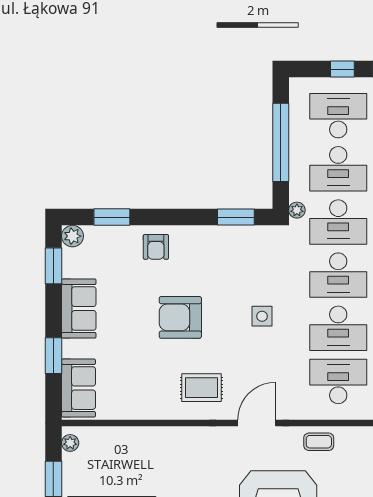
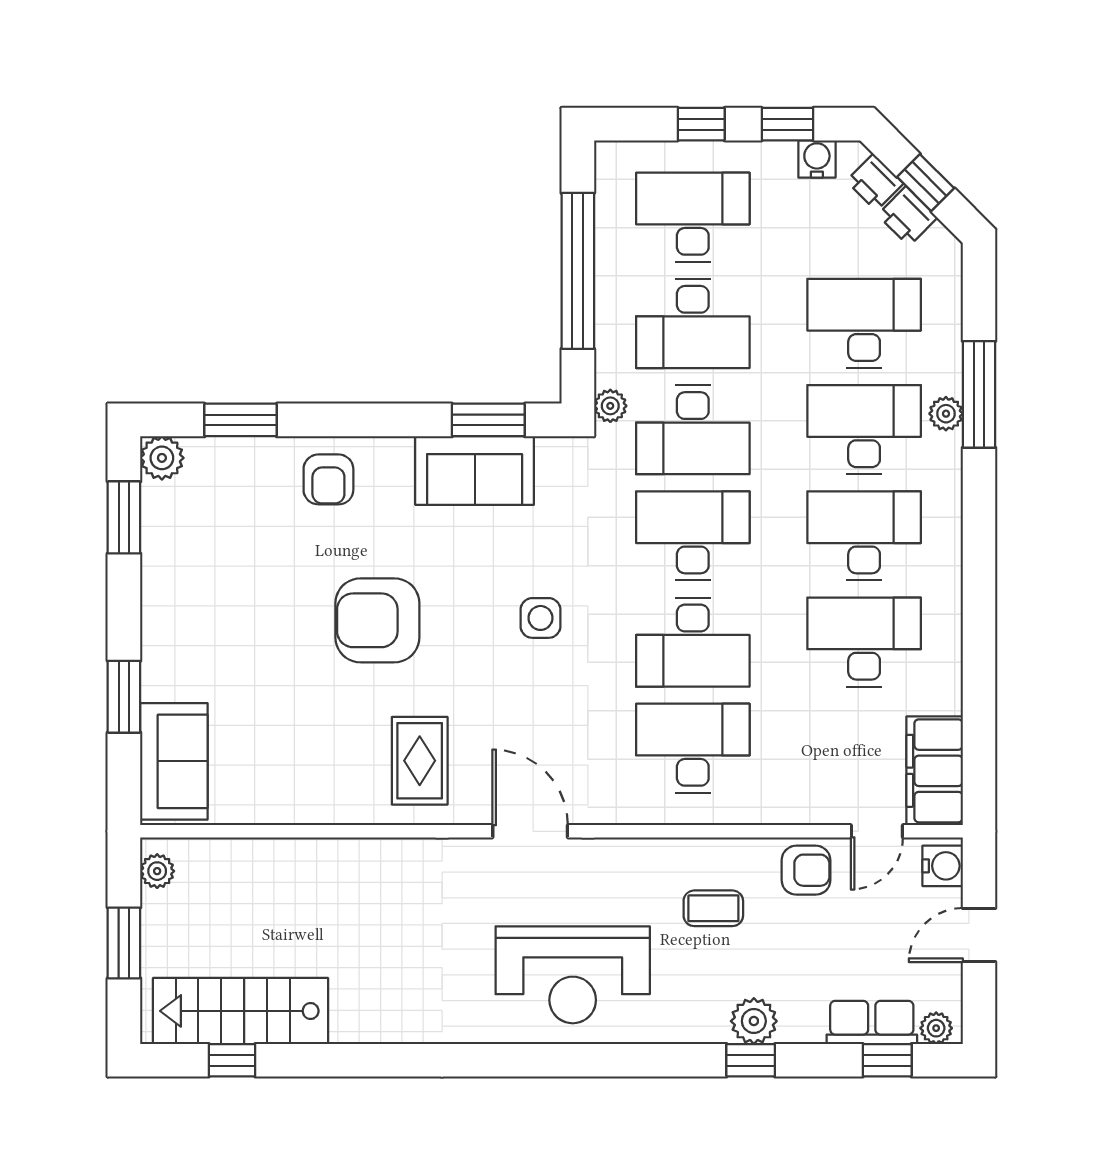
desk: (338, 275) -> (693, 536), turned 180
sofa: (79, 308) -> (475, 471), moved, turned 90
rug: (202, 388) -> (420, 761), turned 90
door: (257, 423) -> (530, 831), hinge flipped
coffee table: (319, 442) -> (713, 908), moved

